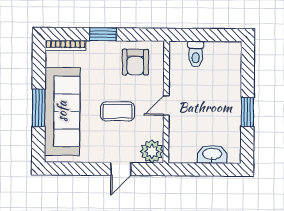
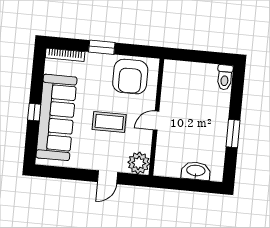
toilet: (196, 54) -> (225, 77), moved
armchair: (135, 62) -> (130, 77), width x1.36, depth x1.36
window: (39, 108) -> (34, 112), width x0.46

